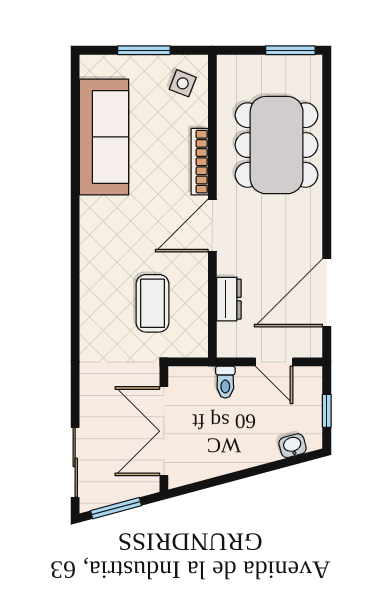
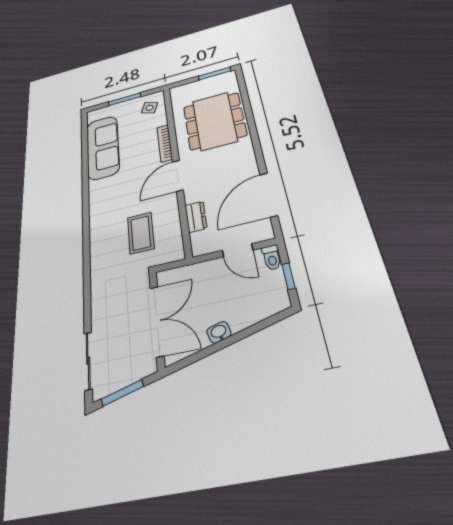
toilet: (225, 382) -> (272, 257), moved
double door: (164, 431) -> (157, 321), swing flipped
washbasin: (293, 446) -> (219, 332), moved

